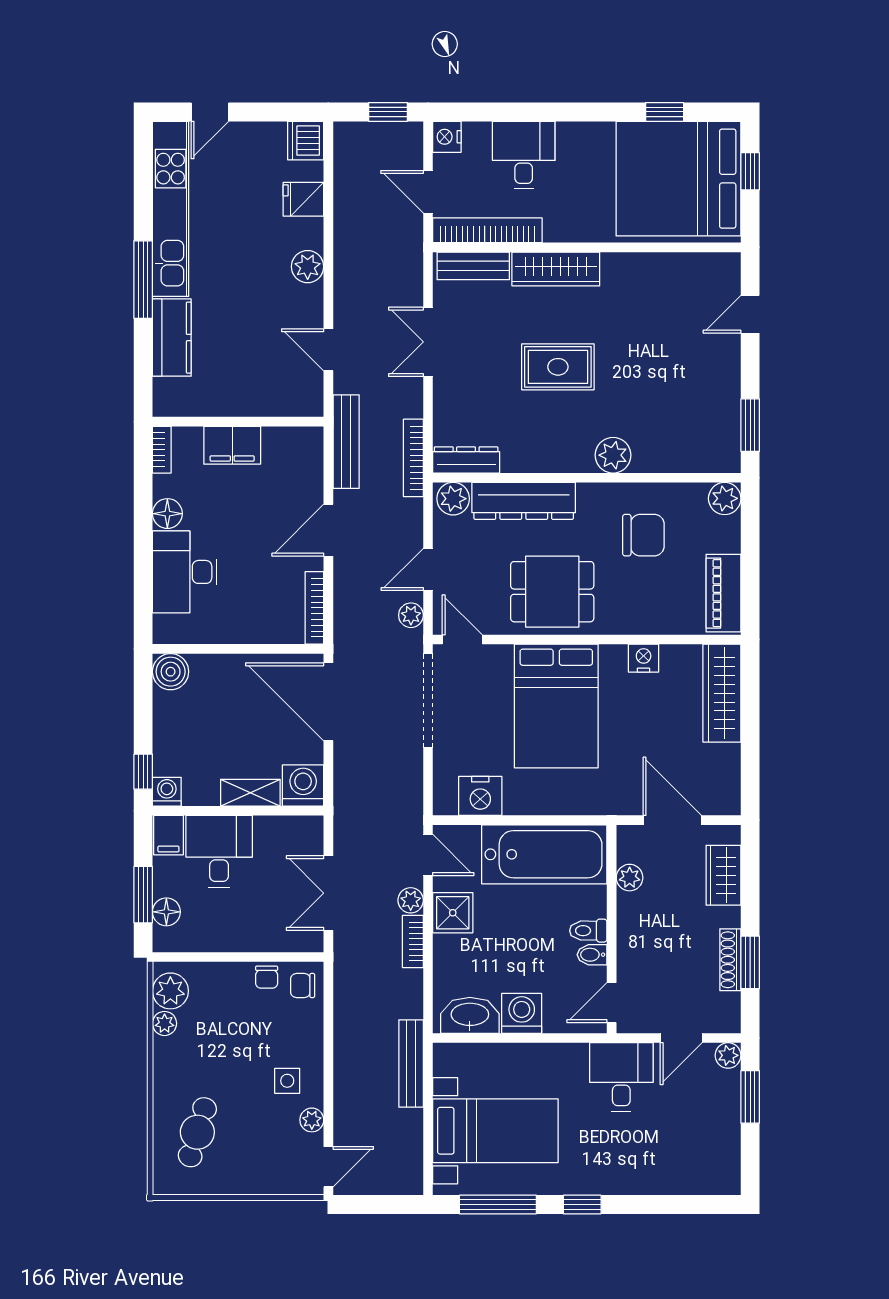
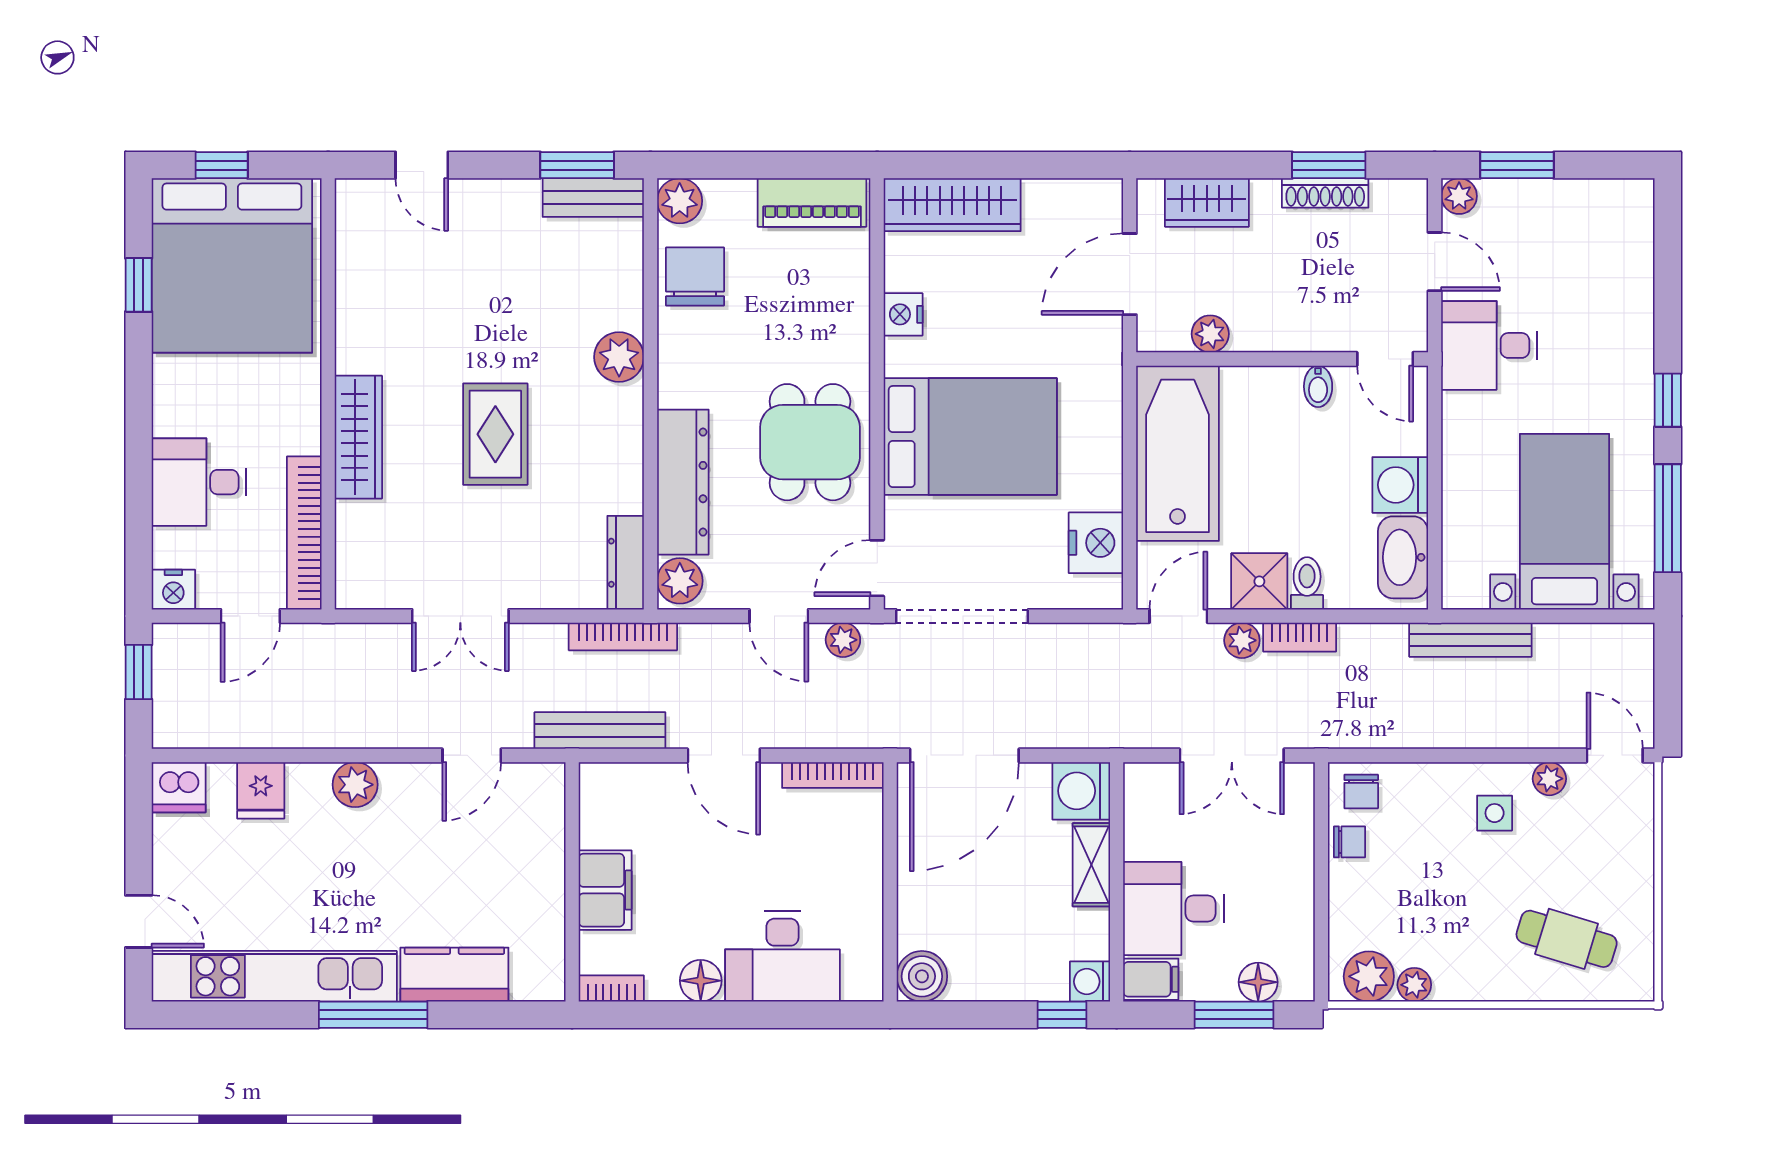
bench: (473, 266) -> (593, 198), moved, turned 90
chair: (643, 535) -> (695, 276), moved
toilet: (588, 931) -> (1307, 583), moved, turned 180

